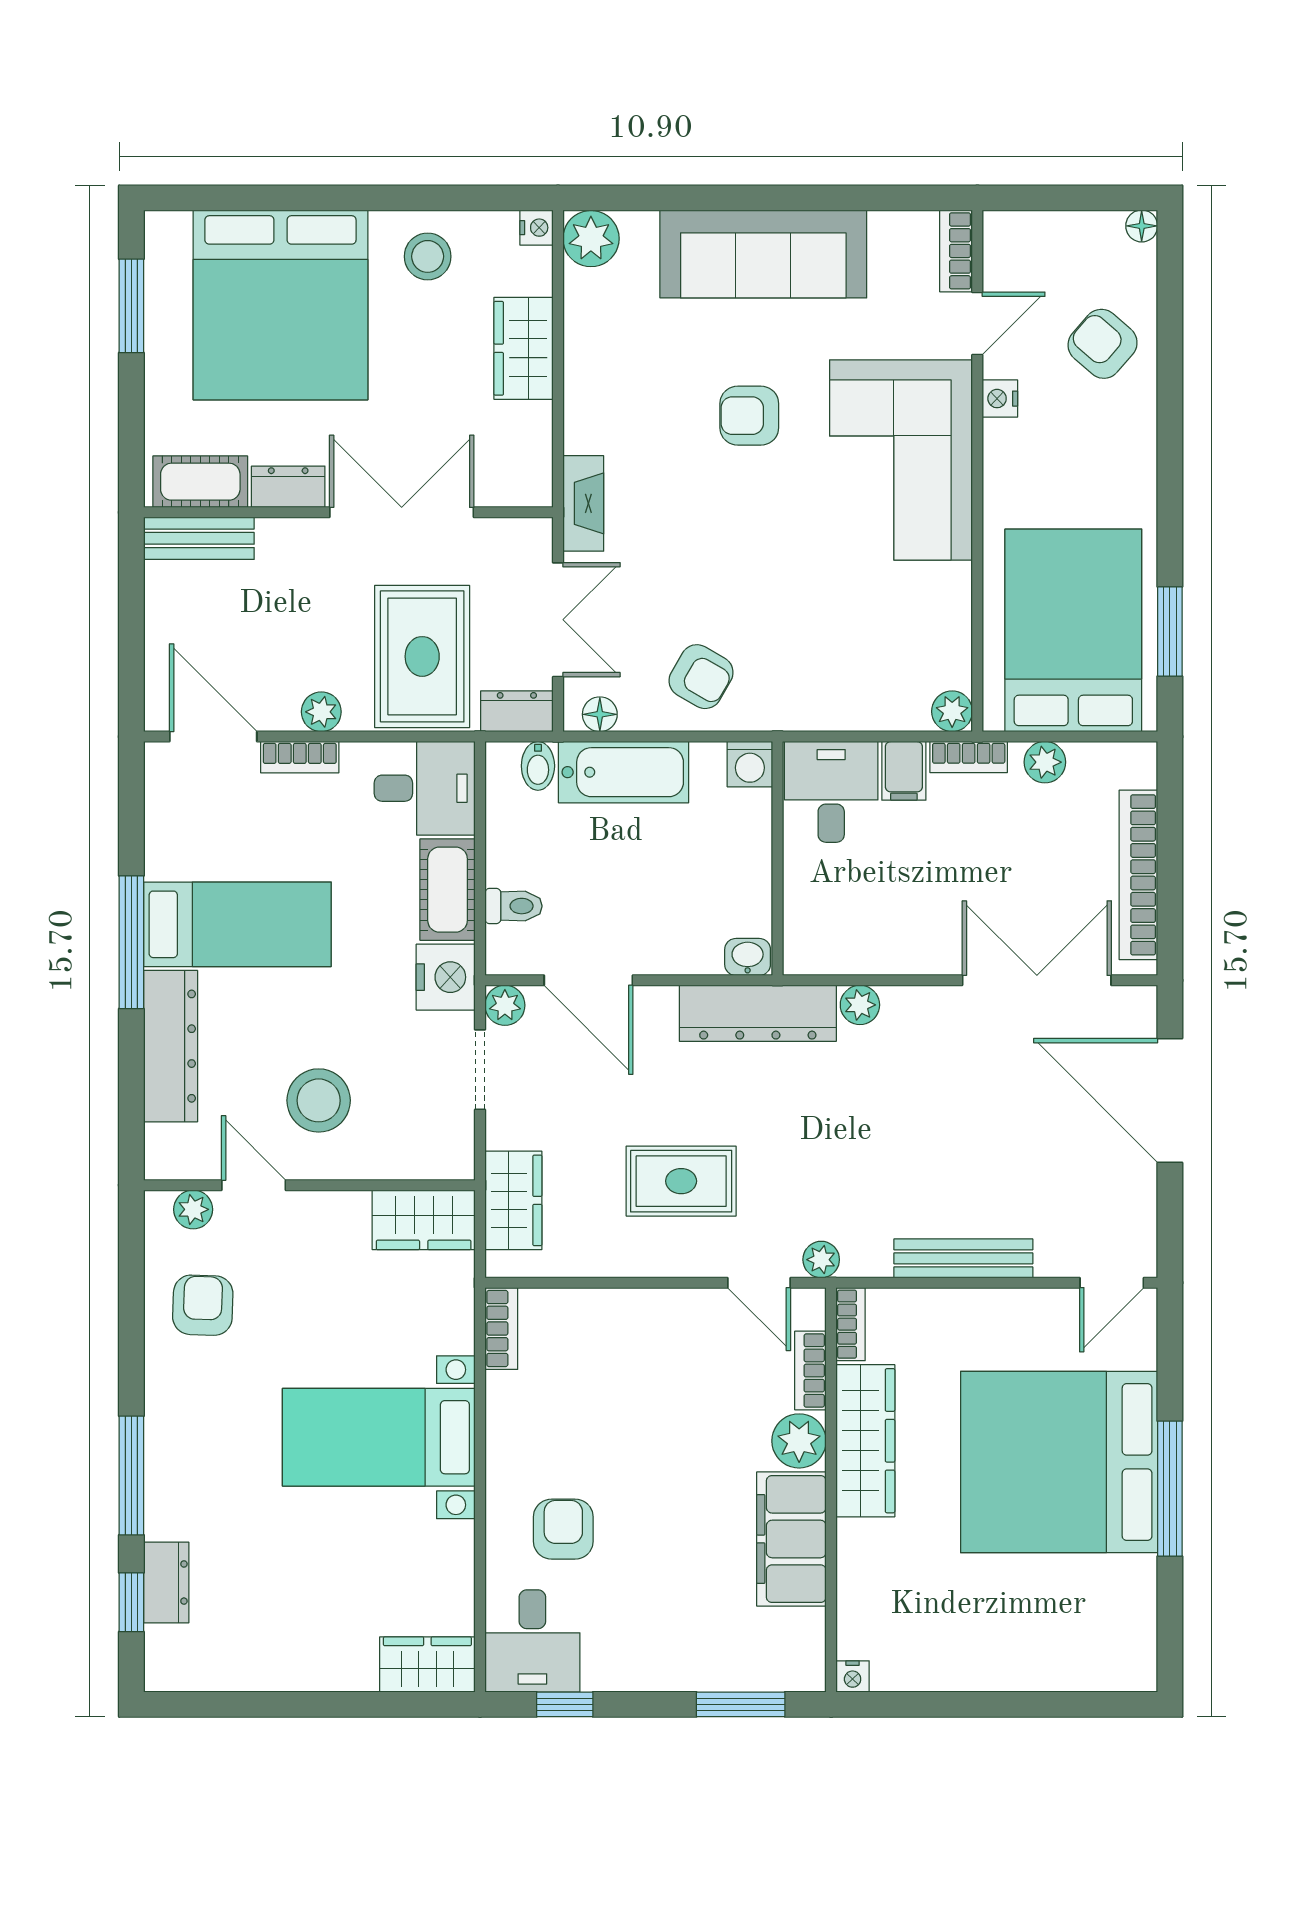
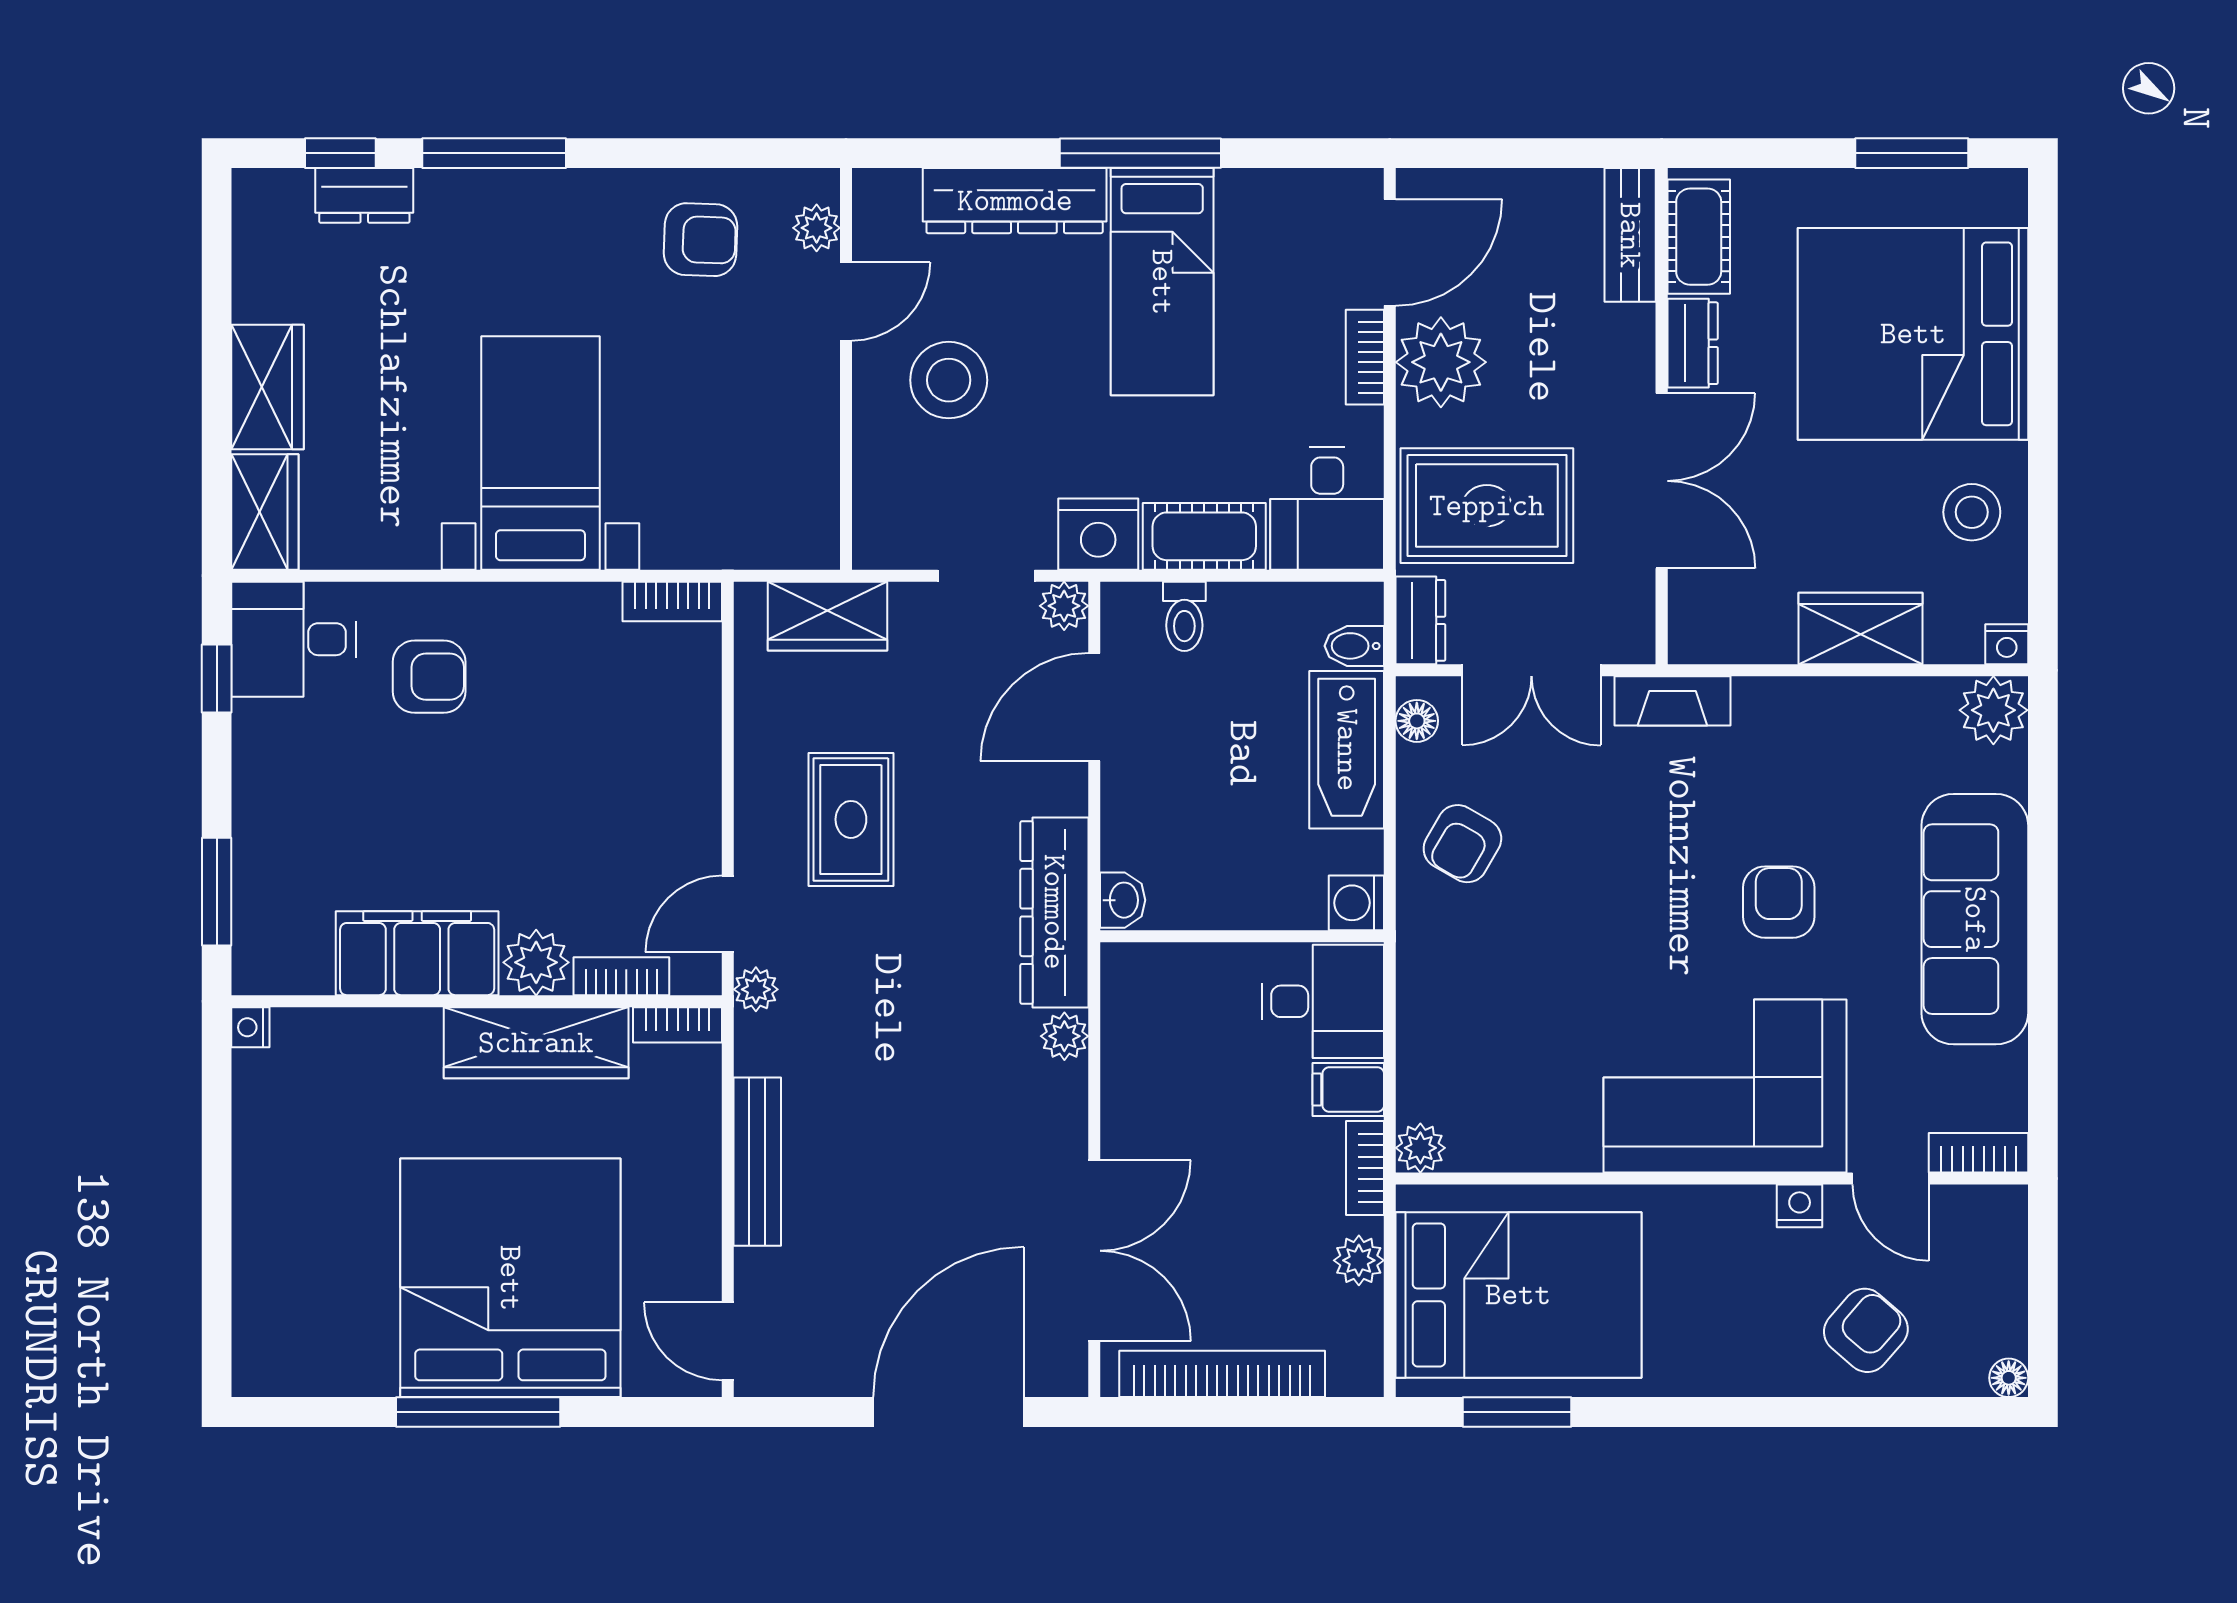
plant: (321, 712) -> (1441, 362), width x1.88, depth x1.88
wardrobe: (424, 1220) -> (268, 387), moved, turned 180

